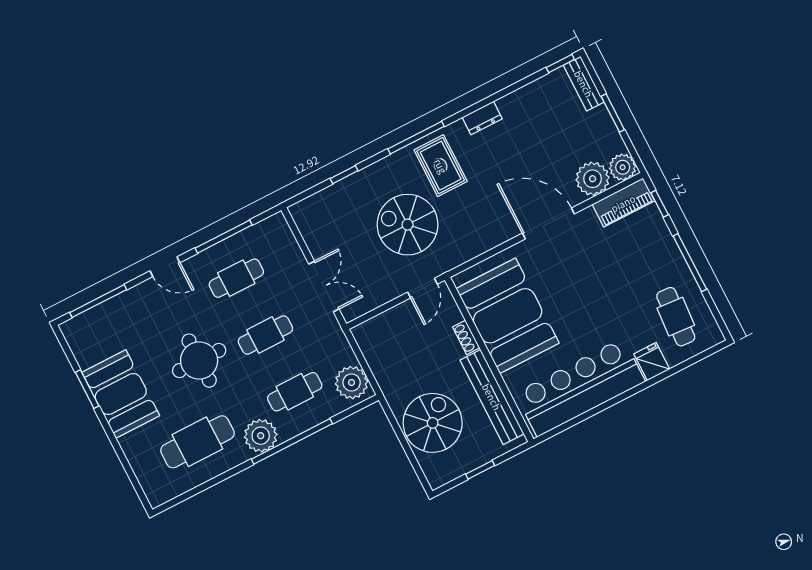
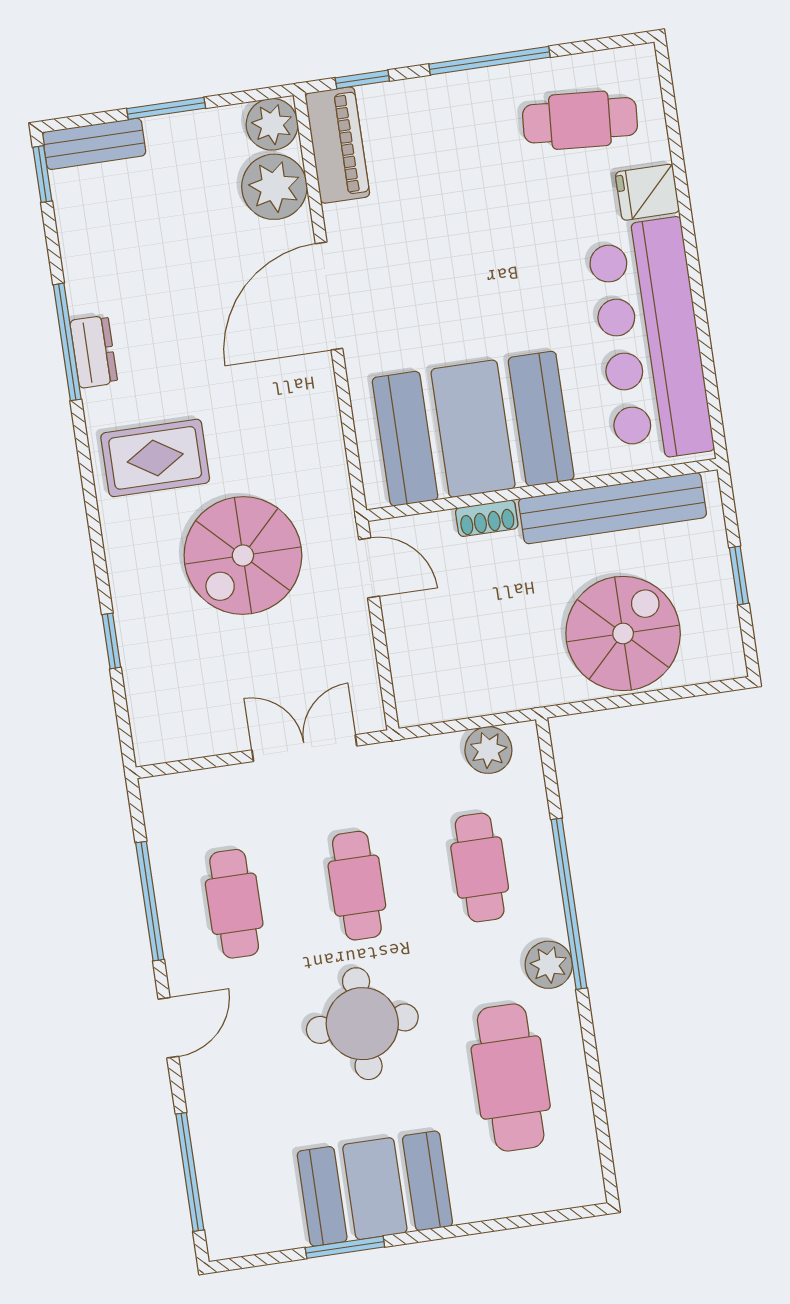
window: (416, 138) -> (67, 342), moved
plant: (352, 383) -> (488, 750), width x0.73, depth x0.73
spiral stairs: (433, 423) -> (623, 633), turned 90
plant: (261, 436) -> (549, 965), width x0.73, depth x0.73

